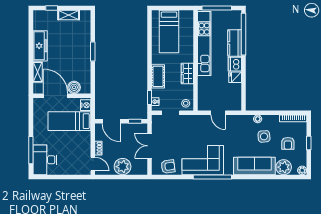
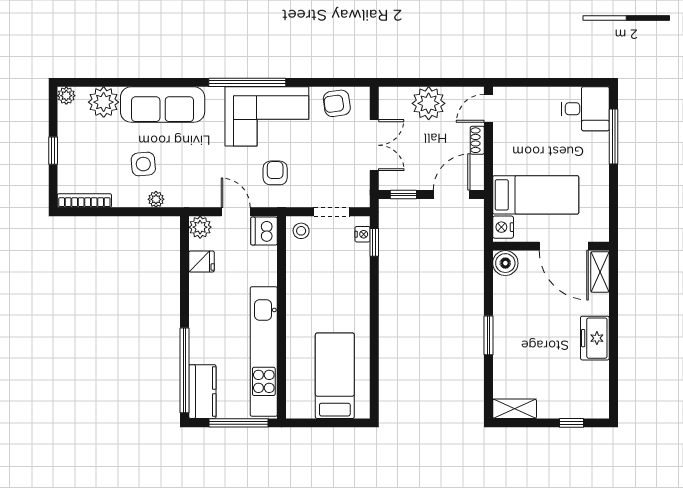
shelving: (69, 15) -> (515, 409), moved
kitchen counter: (235, 43) -> (202, 392), moved
freezer: (40, 46) -> (595, 338), width x0.71
dishwasher: (235, 64) -> (264, 231), moved, turned 180
shelving: (38, 72) -> (600, 272), moved
wardrobe: (187, 73) -> (298, 291), removed
cot: (158, 76) -> (357, 285), removed
fridge: (235, 77) -> (202, 261), moved
boiler: (74, 87) -> (505, 263), moved
plant: (236, 105) -> (200, 227), added
door: (111, 121) -> (452, 194), hinge flipped
armchair: (288, 143) -> (275, 173), moved
desk: (45, 160) -> (585, 109), width x0.73
door: (93, 164) -> (488, 108), hinge flipped

